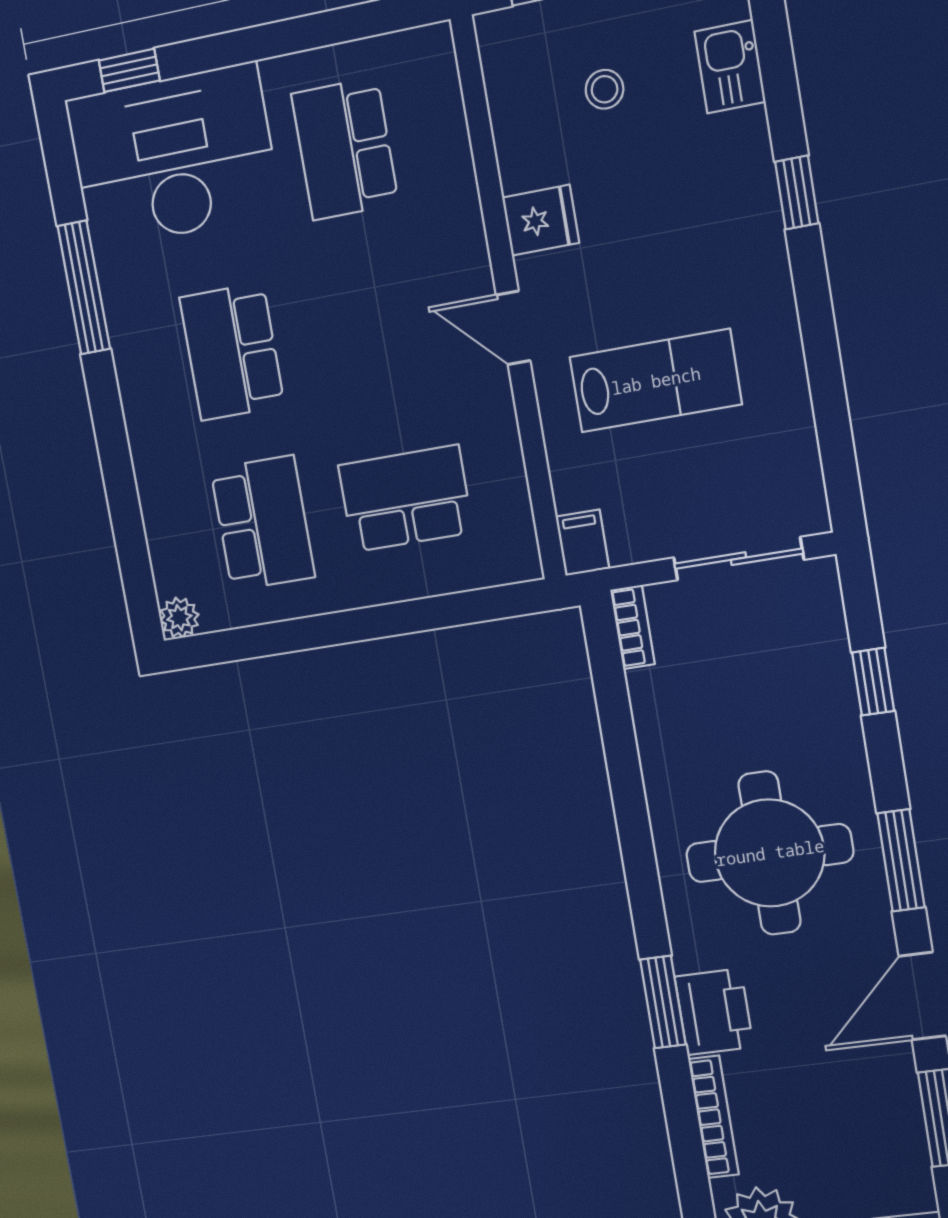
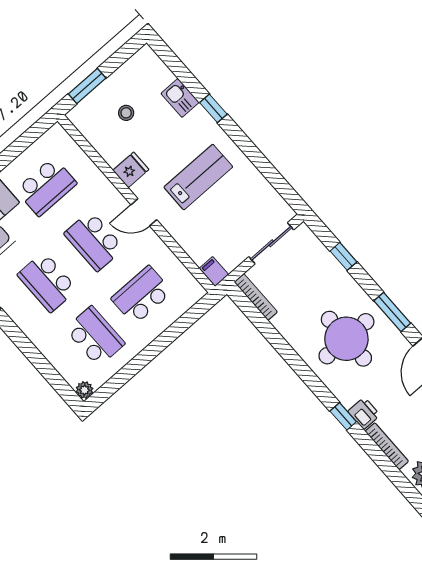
kitchen sink: (730, 67) -> (180, 98), moved
school desk: (345, 149) -> (46, 187), turned -90
school desk: (375, 325) -> (94, 241), added
lab bench: (656, 381) -> (198, 177), moved
bookcase: (632, 627) -> (256, 297), width x1.56
window: (663, 1002) -> (343, 416), width x0.67
printer: (714, 1012) -> (364, 413), width x0.73, depth x0.81

